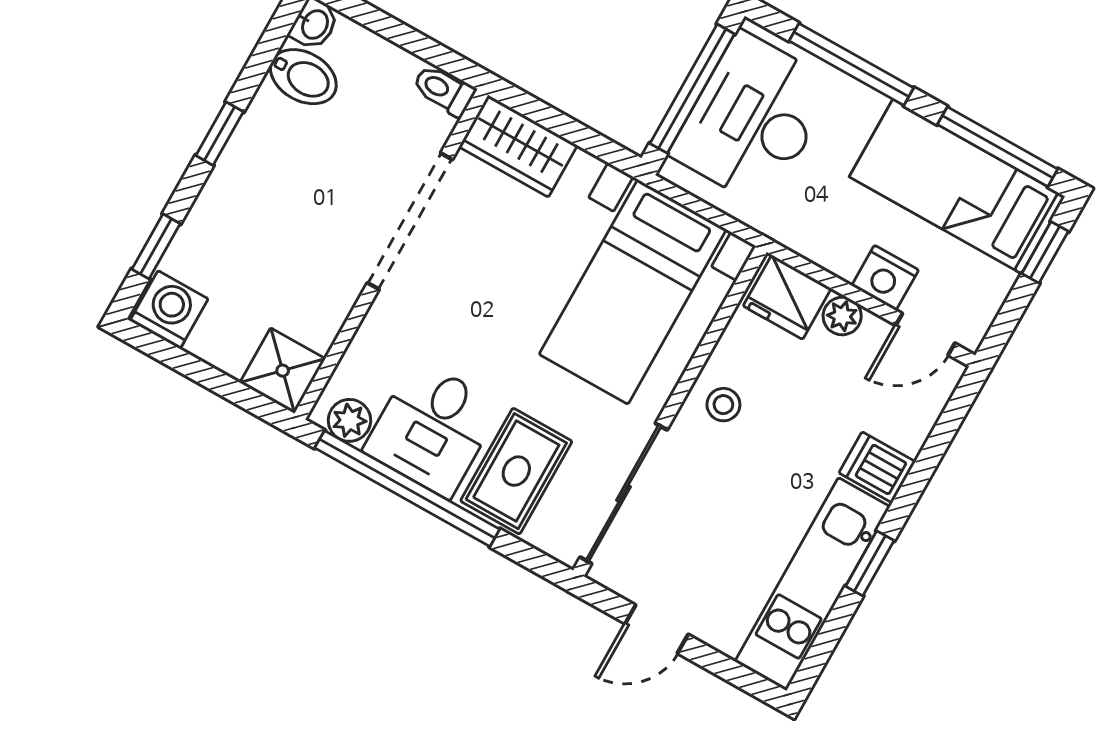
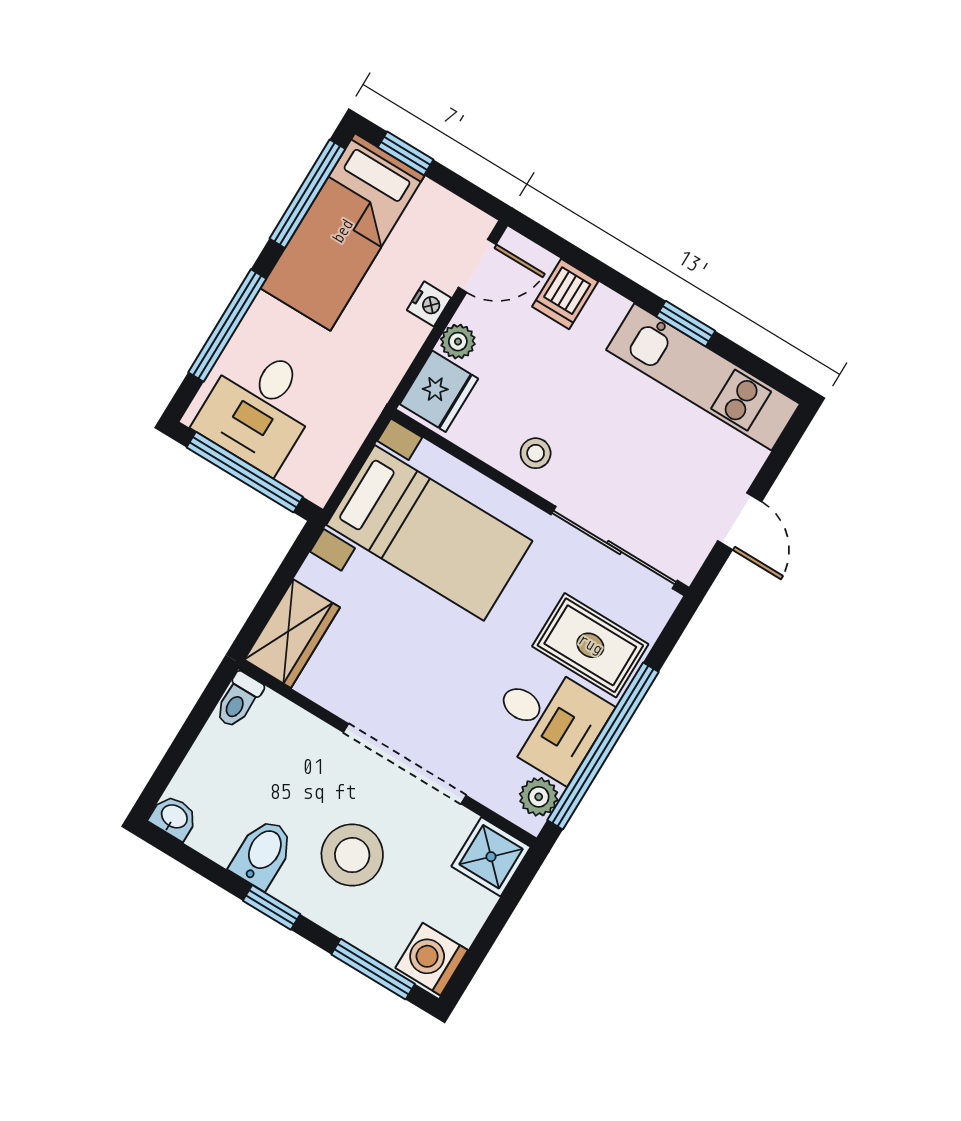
bidet: (303, 77) -> (263, 853), moved
desk: (753, 119) -> (259, 408), width x0.73
stool: (279, 219) -> (352, 855), added
doorway: (410, 221) -> (405, 764), moved
window: (156, 246) -> (373, 969), width x1.50
nightstand: (885, 278) -> (429, 304), width x0.72, depth x0.74
door: (925, 334) -> (477, 266), hinge flipped
dishwasher: (877, 467) -> (565, 294), moved

